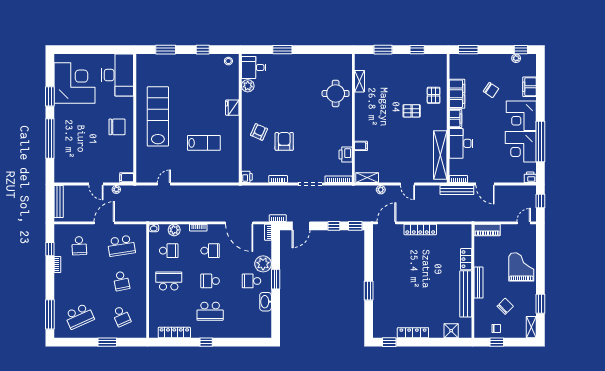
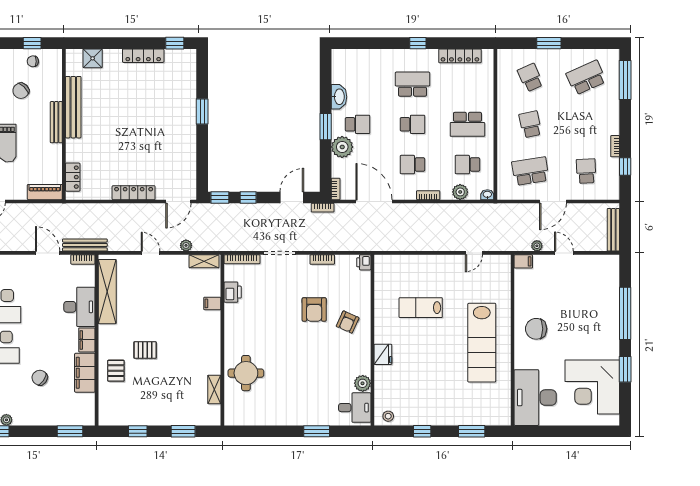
locker: (466, 259) -> (73, 177), moved

